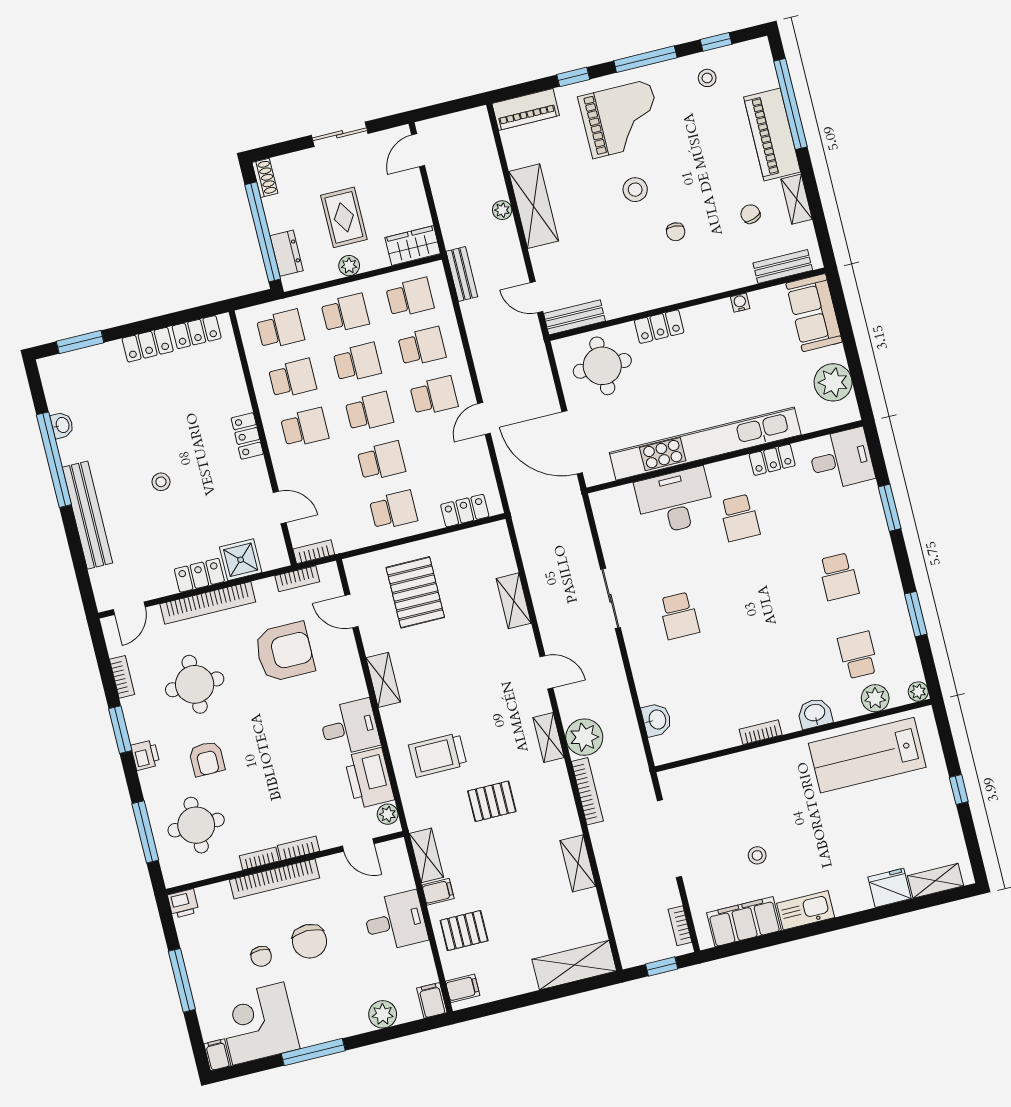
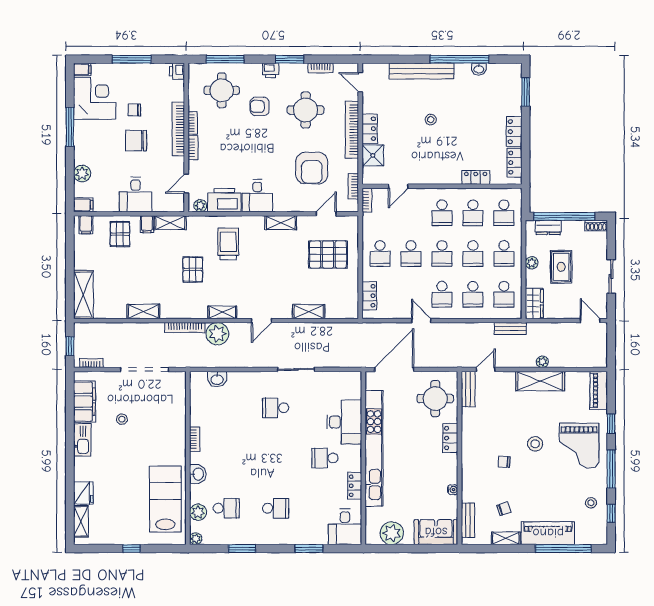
rug: (344, 217) -> (561, 267), turned 90
locker: (247, 436) -> (476, 177), moved
school desk: (839, 577) -> (276, 508), turned 180

